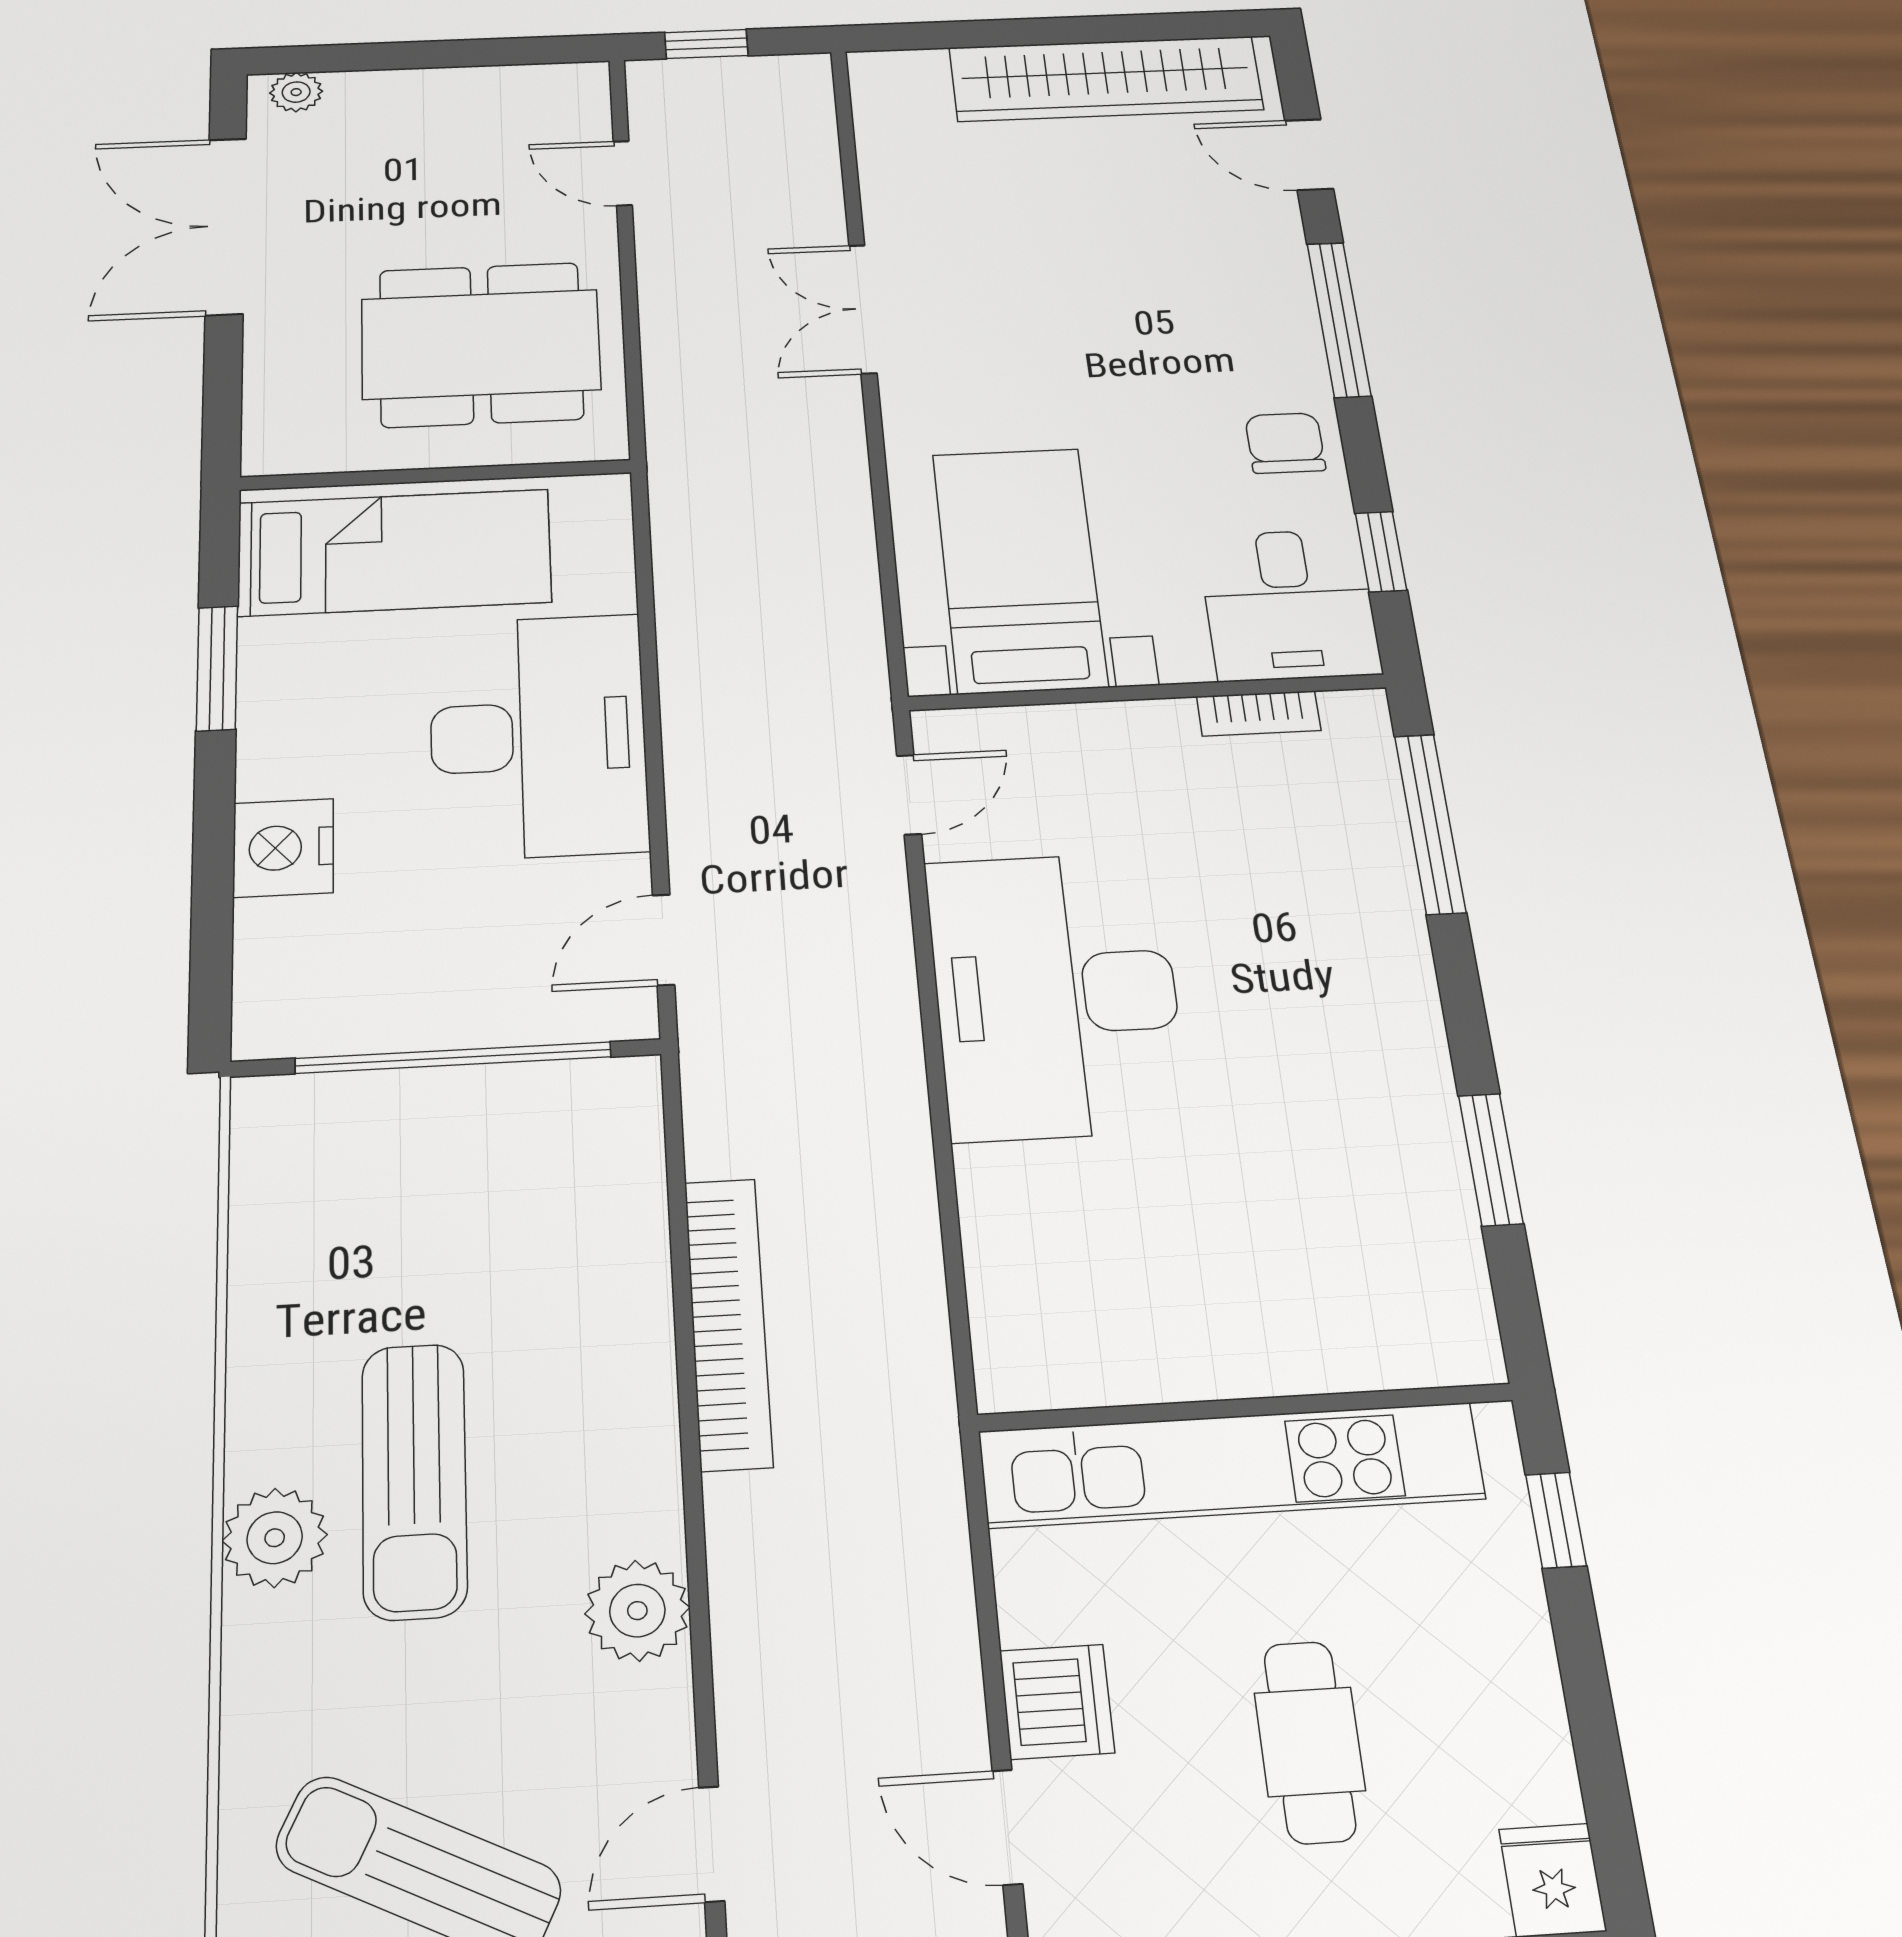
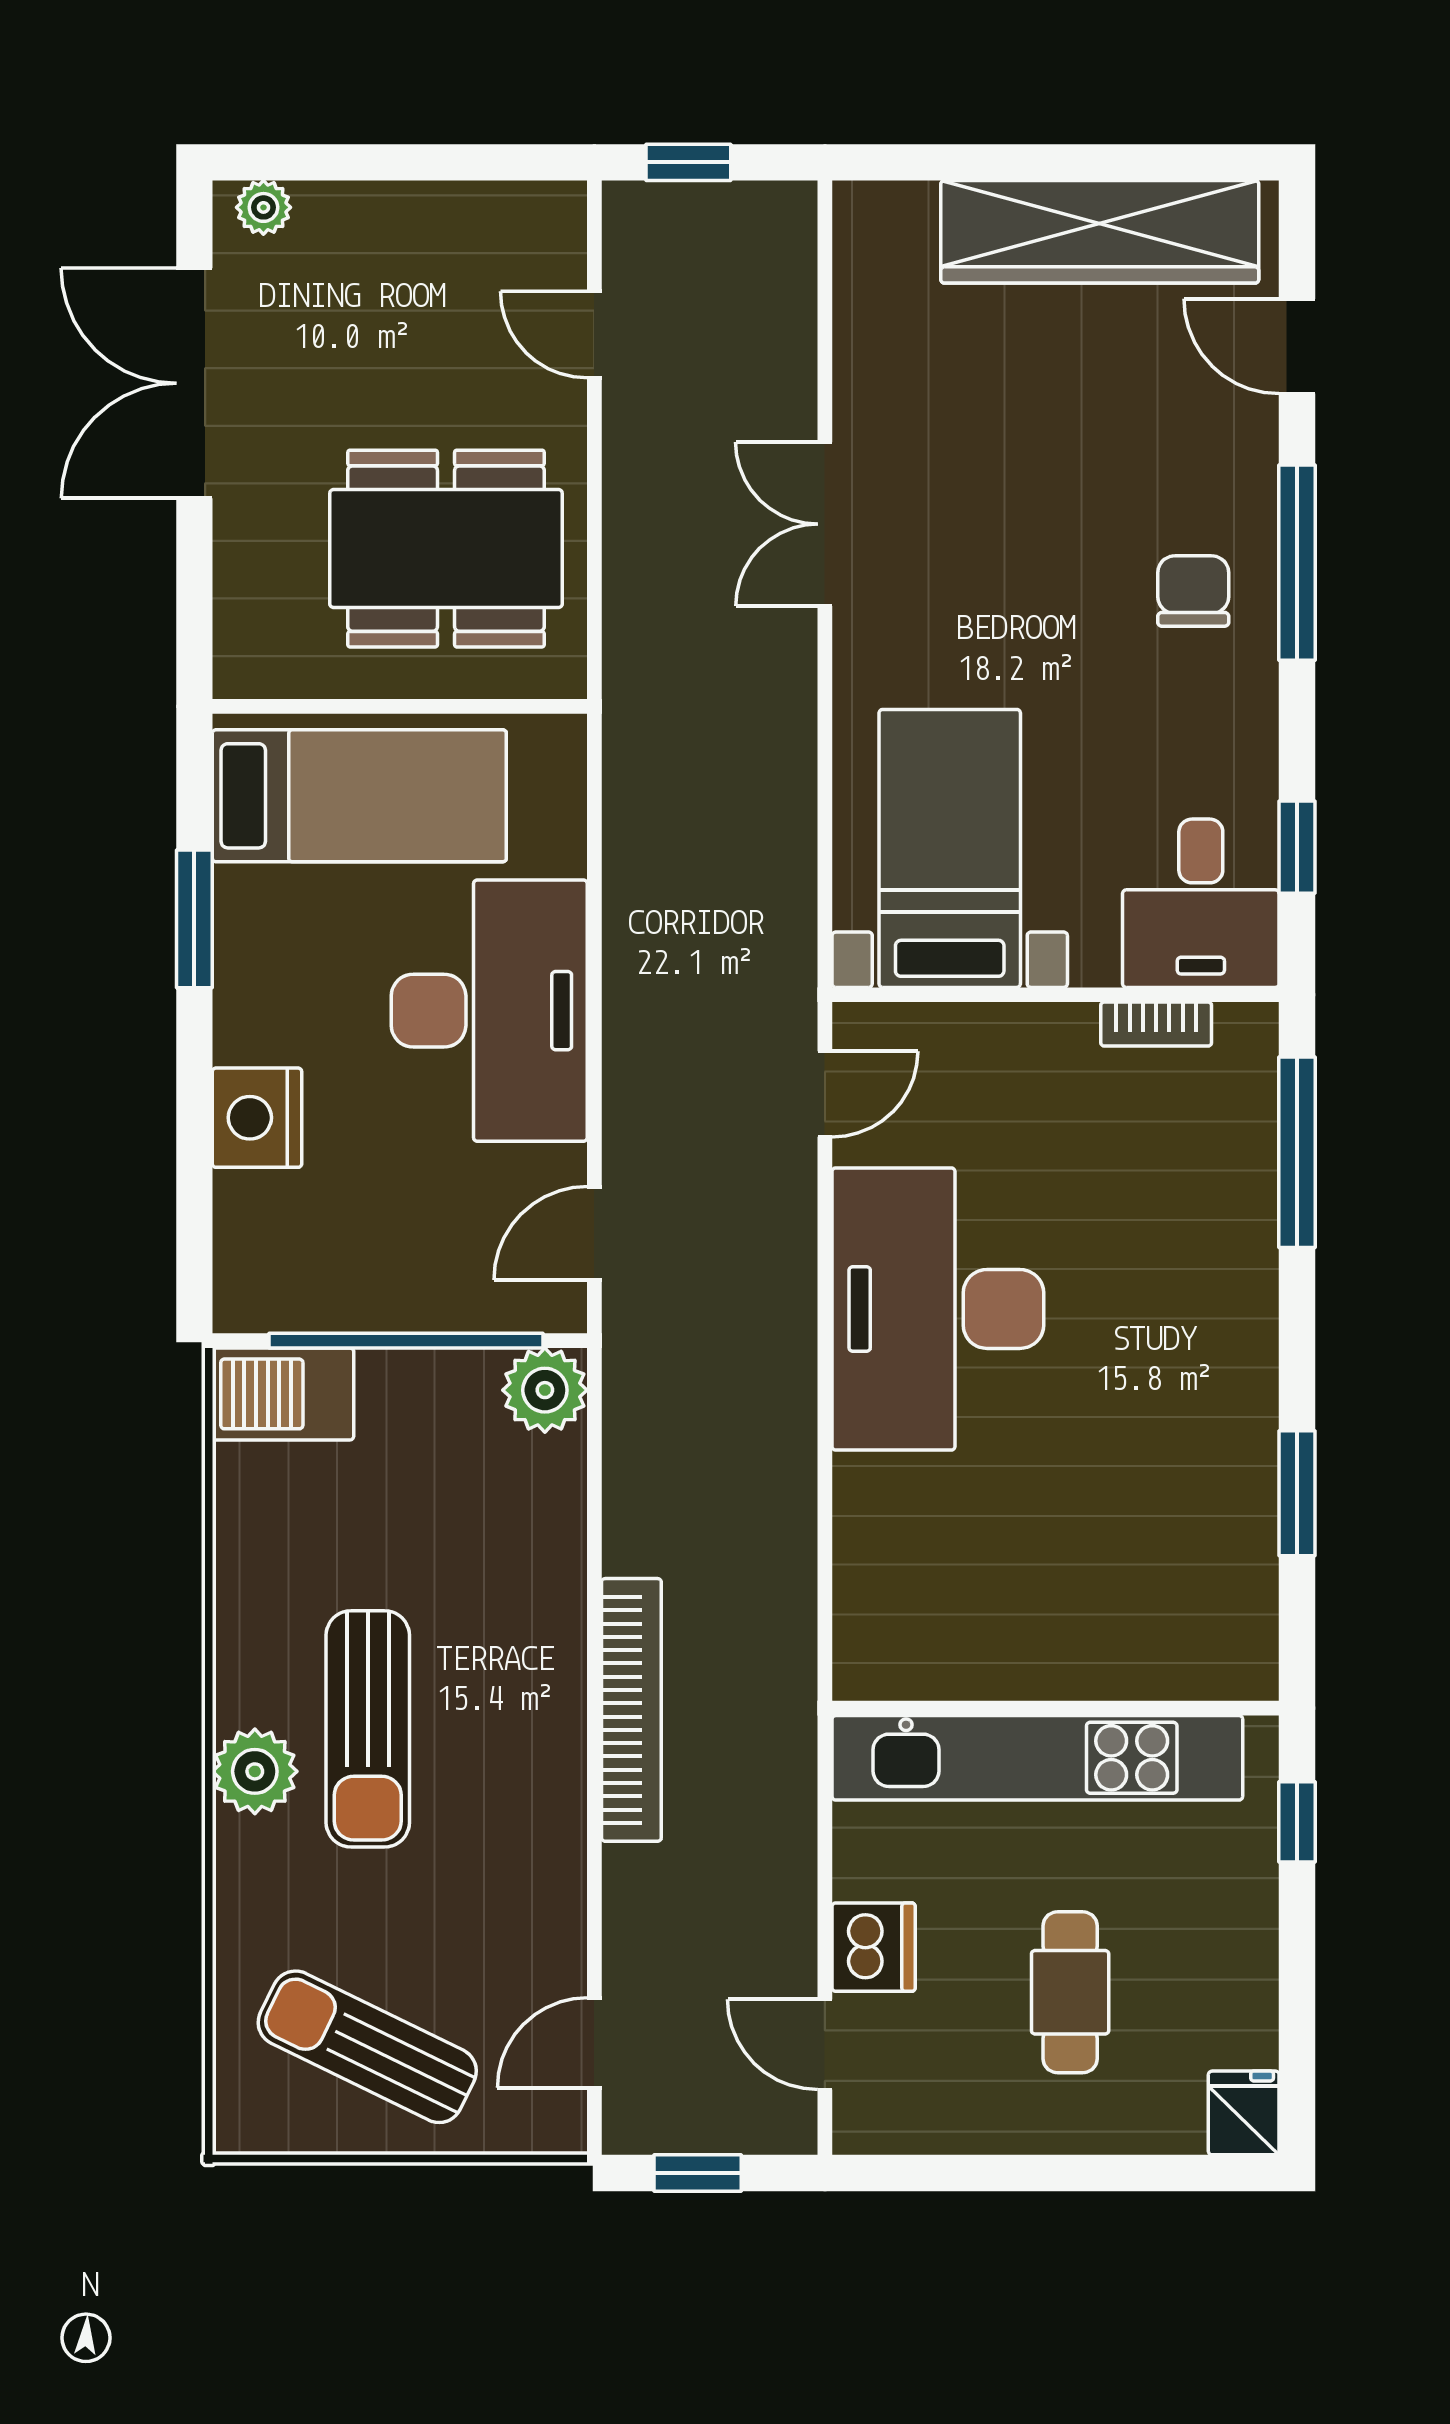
chair: (1285, 443) -> (1193, 591), moved
barbecue: (311, 1120) -> (283, 1394), added
bookcase: (728, 1322) -> (631, 1710), moved
plant: (637, 1611) -> (545, 1390), moved

